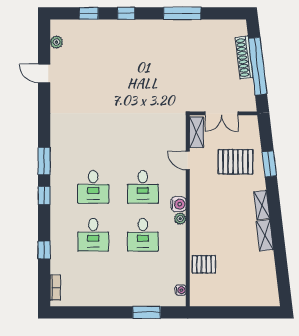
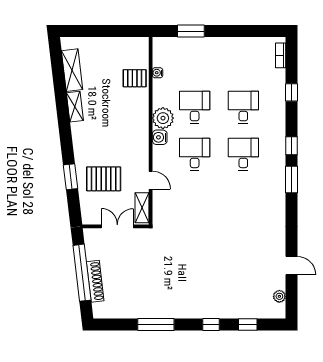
shelving: (262, 205) -> (72, 70), moved, width x1.50, depth x1.33
plant: (180, 219) -> (163, 118), width x1.87, depth x1.87
water cooler: (181, 290) -> (158, 73), moved

